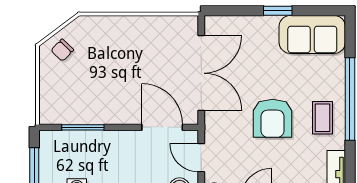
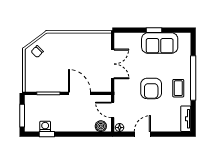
sofa: (312, 34) -> (160, 43), moved
double door: (201, 73) -> (113, 64), width x0.73
door: (162, 127) -> (80, 93), moved

